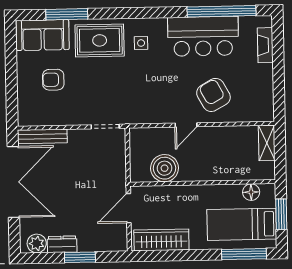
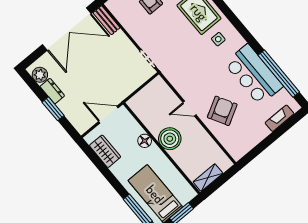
bench: (42, 136) -> (107, 20), width x0.73
shelving: (267, 143) -> (208, 178), moved
boiler: (165, 168) -> (170, 139), moved
floor lamp: (251, 192) -> (145, 141), moved
wardrobe: (161, 240) -> (105, 151), width x0.67

